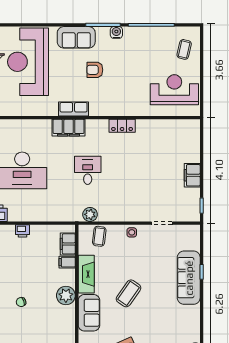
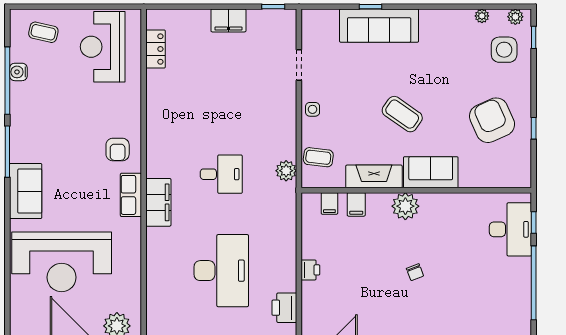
water cooler: (116, 32) -> (18, 72), moved
armchair: (95, 70) -> (118, 150), moved
locker: (122, 126) -> (156, 49), moved
desk: (88, 170) -> (221, 174), turned 180
filing cabinet: (68, 244) -> (329, 203), width x0.50

